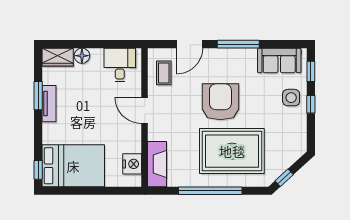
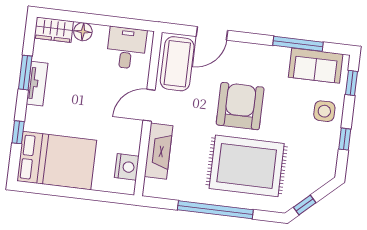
window: (238, 44) -> (298, 44), moved
coffee table: (164, 73) -> (177, 64), width x1.86, depth x1.72
window: (311, 104) -> (345, 139), moved
door: (145, 110) -> (149, 105), hinge flipped
fireplace: (157, 164) -> (159, 151), moved
window: (38, 170) -> (18, 132), moved

